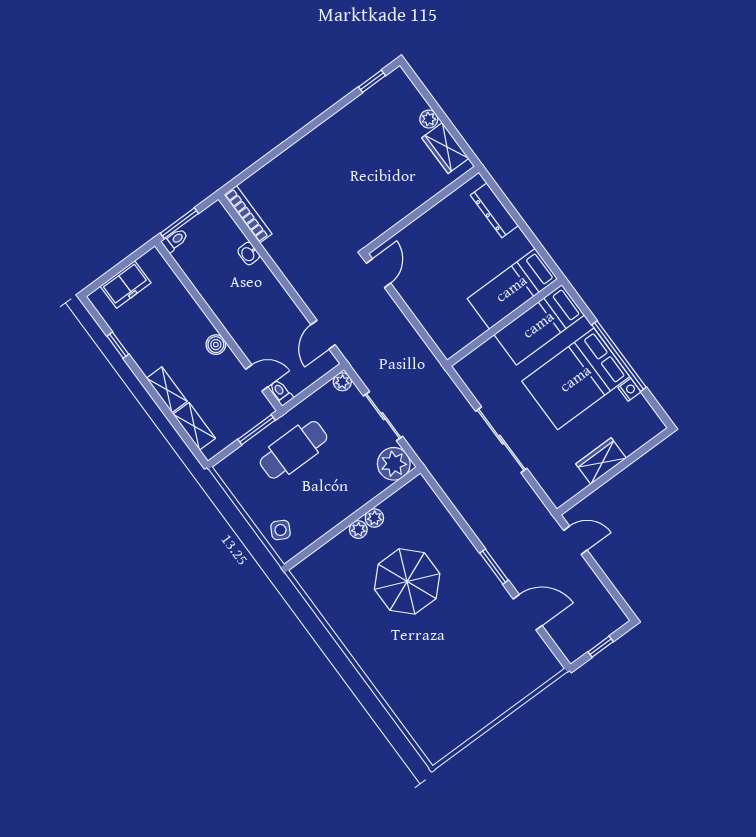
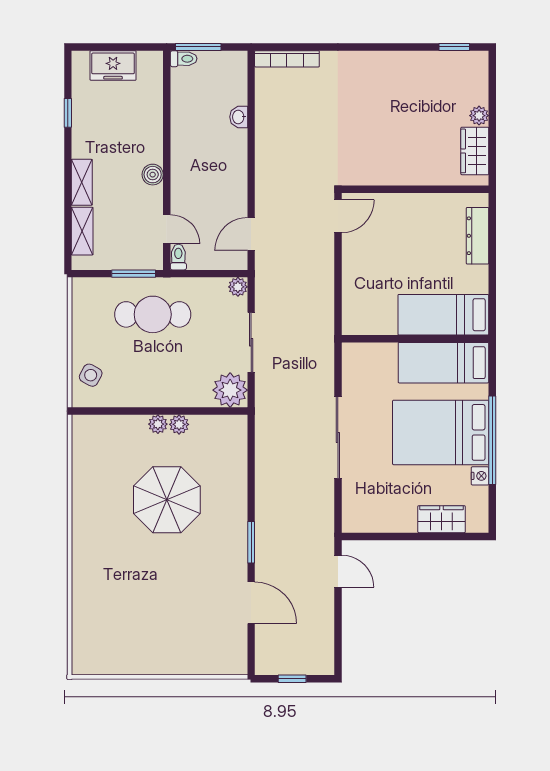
bookcase: (248, 214) -> (287, 59), moved, turned 90
wardrobe: (601, 461) -> (442, 519), moved

